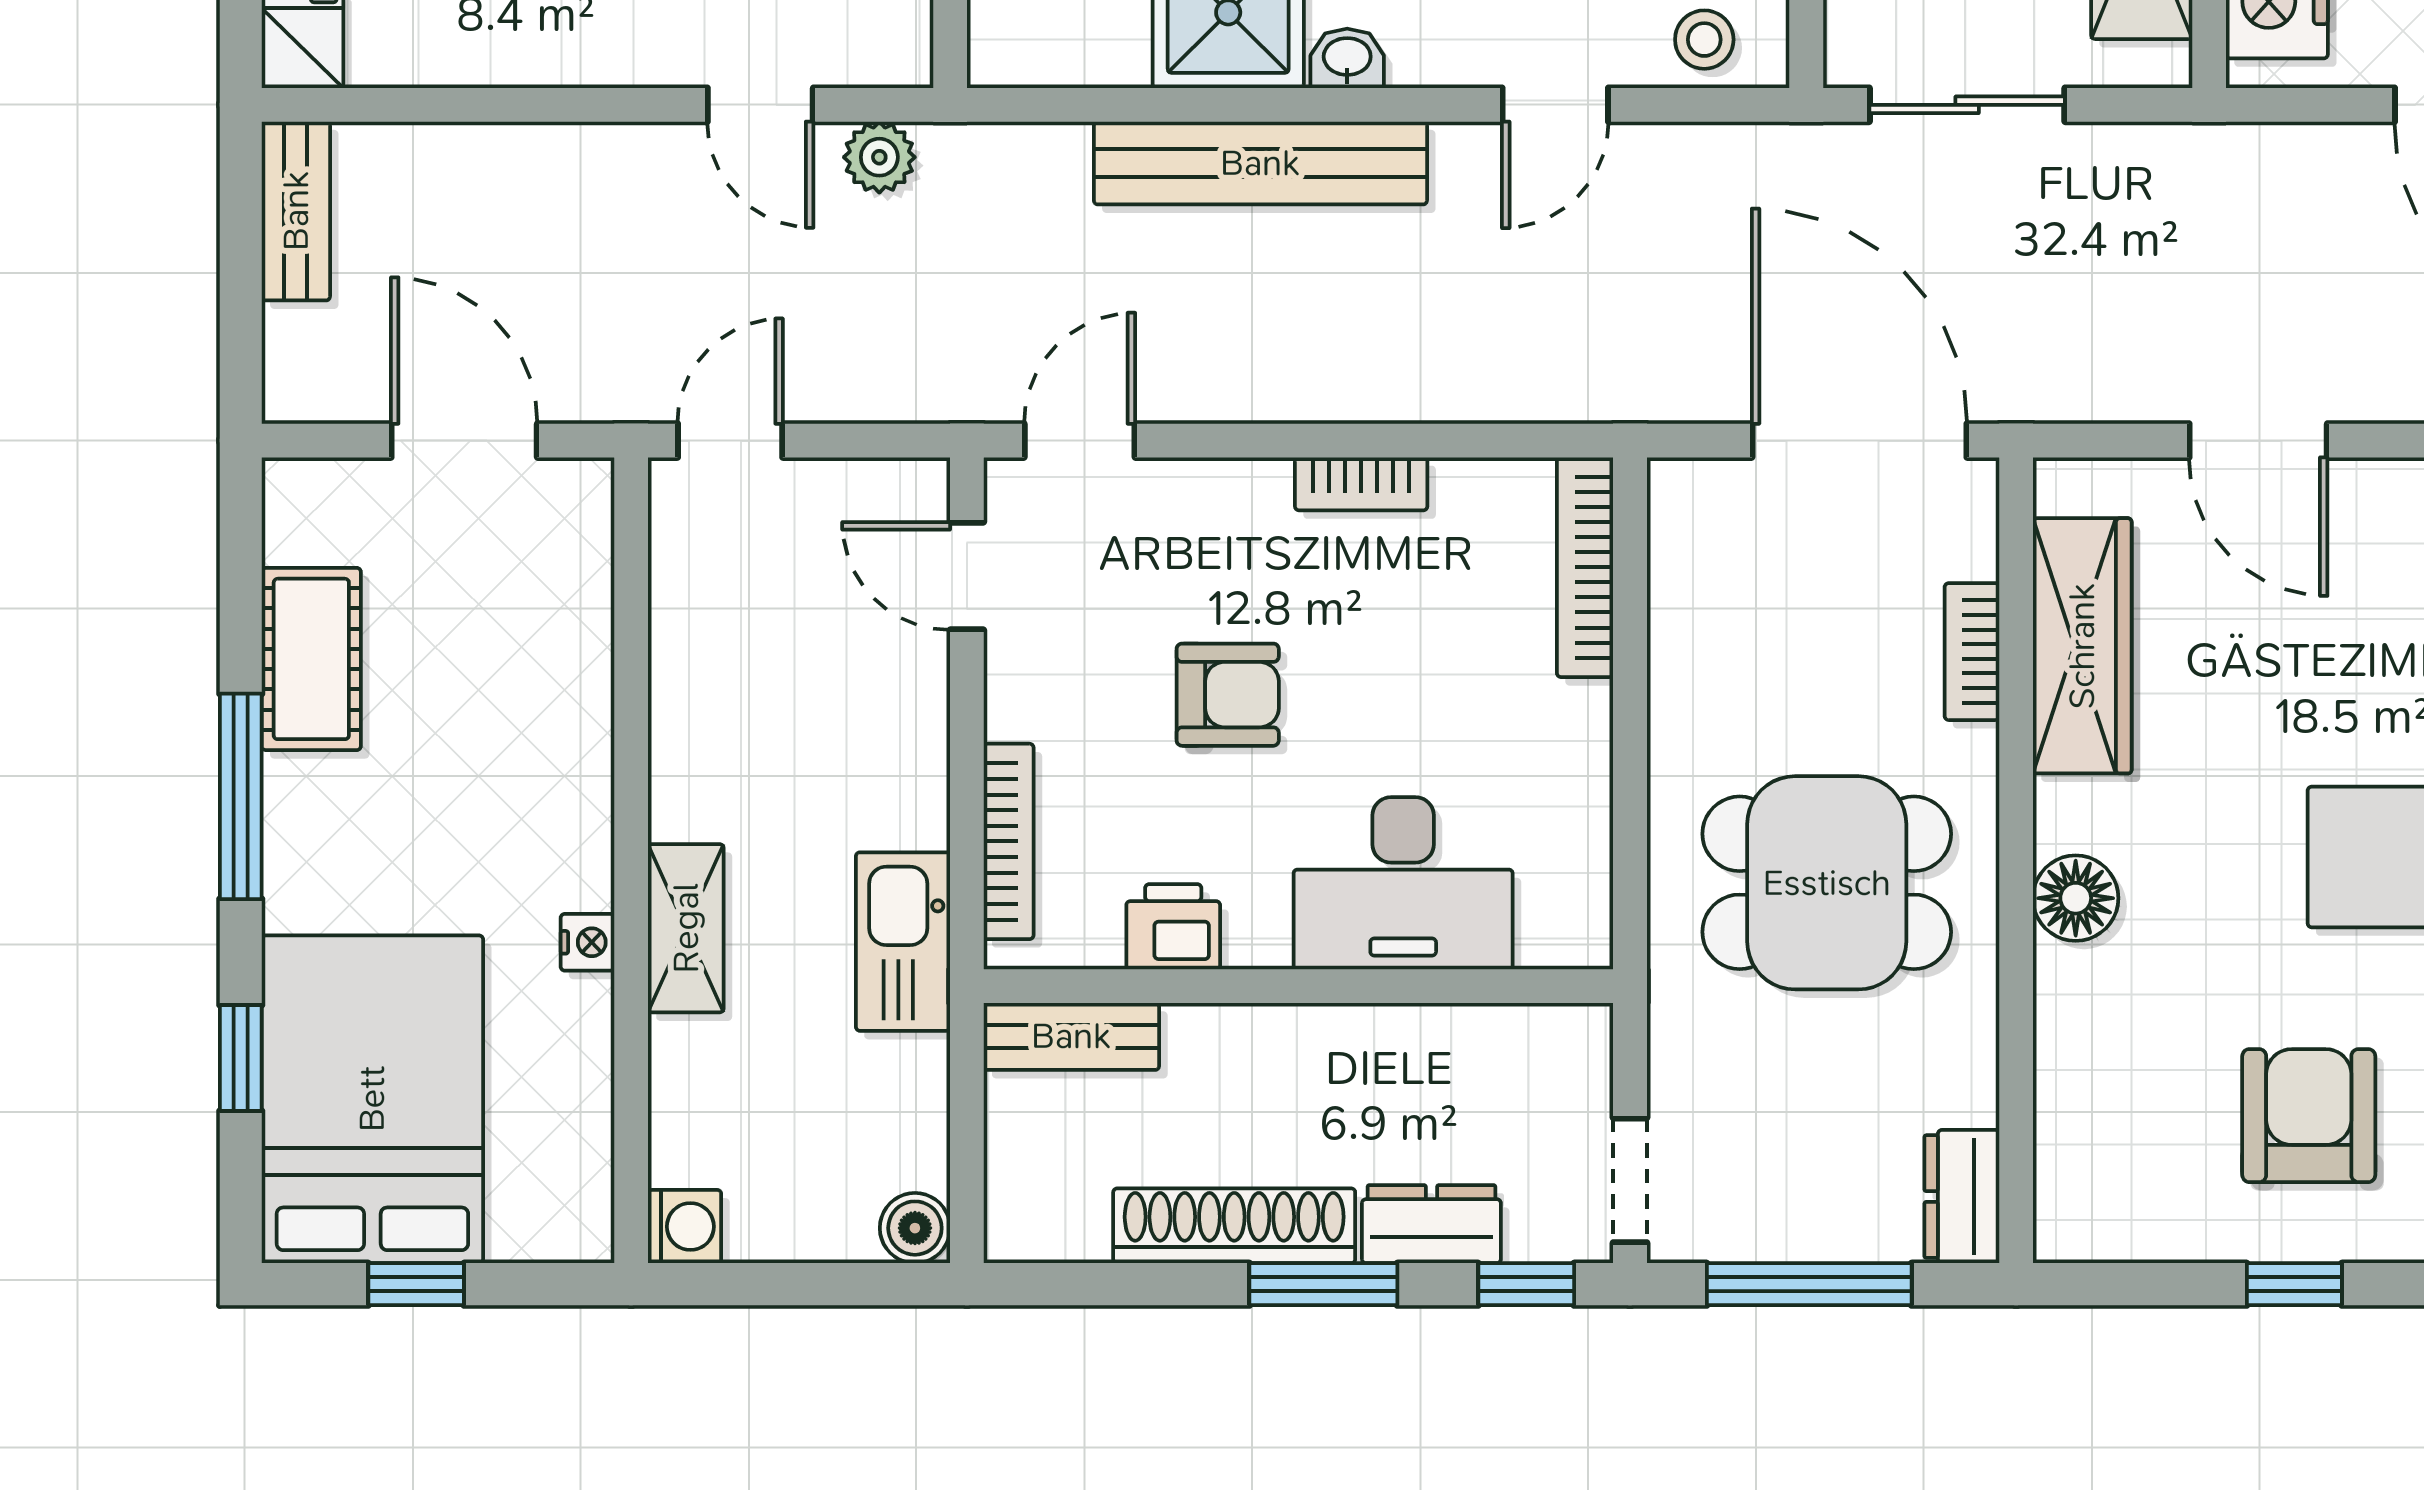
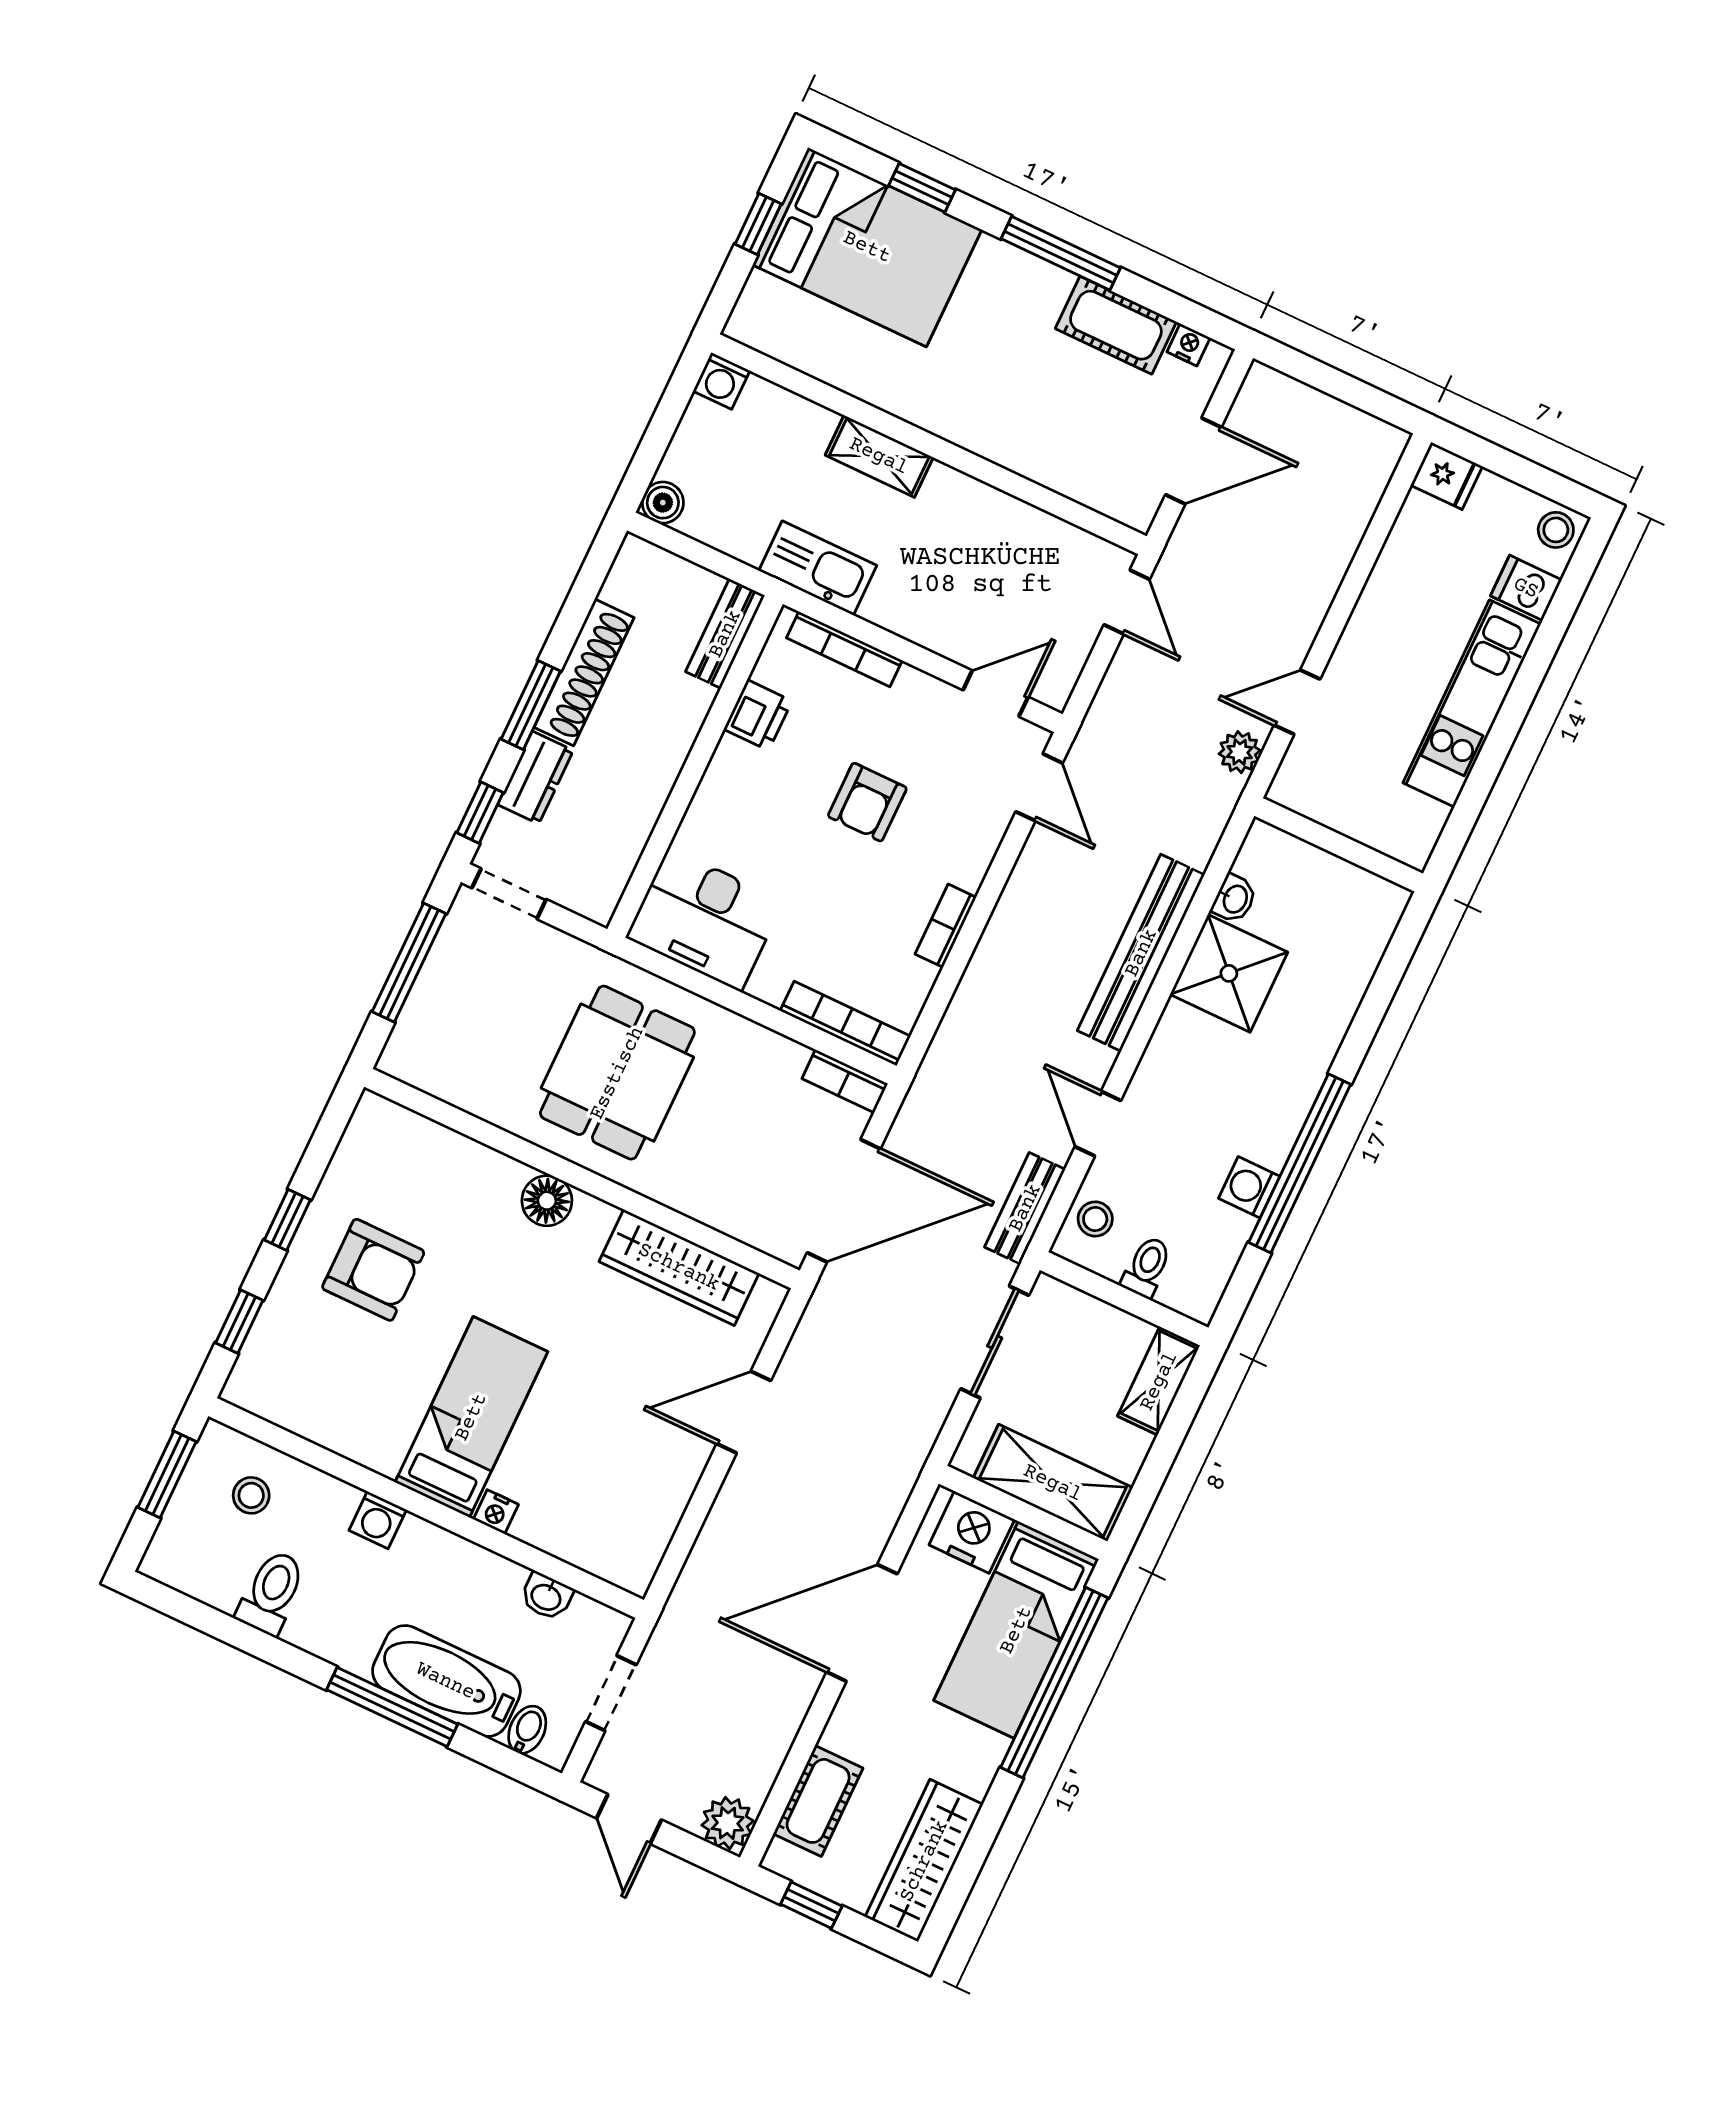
washbasin: (1347, 58) -> (1234, 899), moved
bench: (296, 211) -> (1025, 1208), moved, turned 90
bookcase: (1972, 652) -> (845, 1081), moved, turned 180
desk: (1403, 883) -> (705, 919), moved, turned -90
nightstand: (587, 942) -> (1189, 345), moved, turned 180
dresser: (1962, 1197) -> (417, 1066), removed

